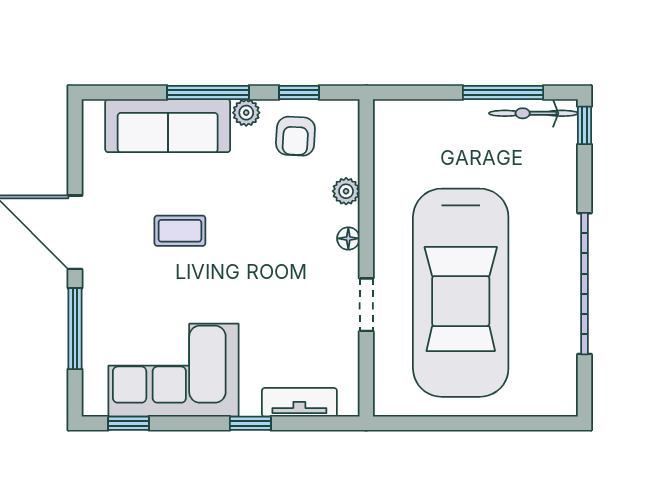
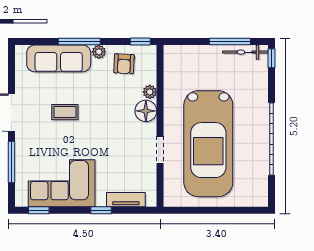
window: (299, 93) -> (140, 41), moved
floor lamp: (348, 238) -> (146, 111), width x1.89, depth x1.89

